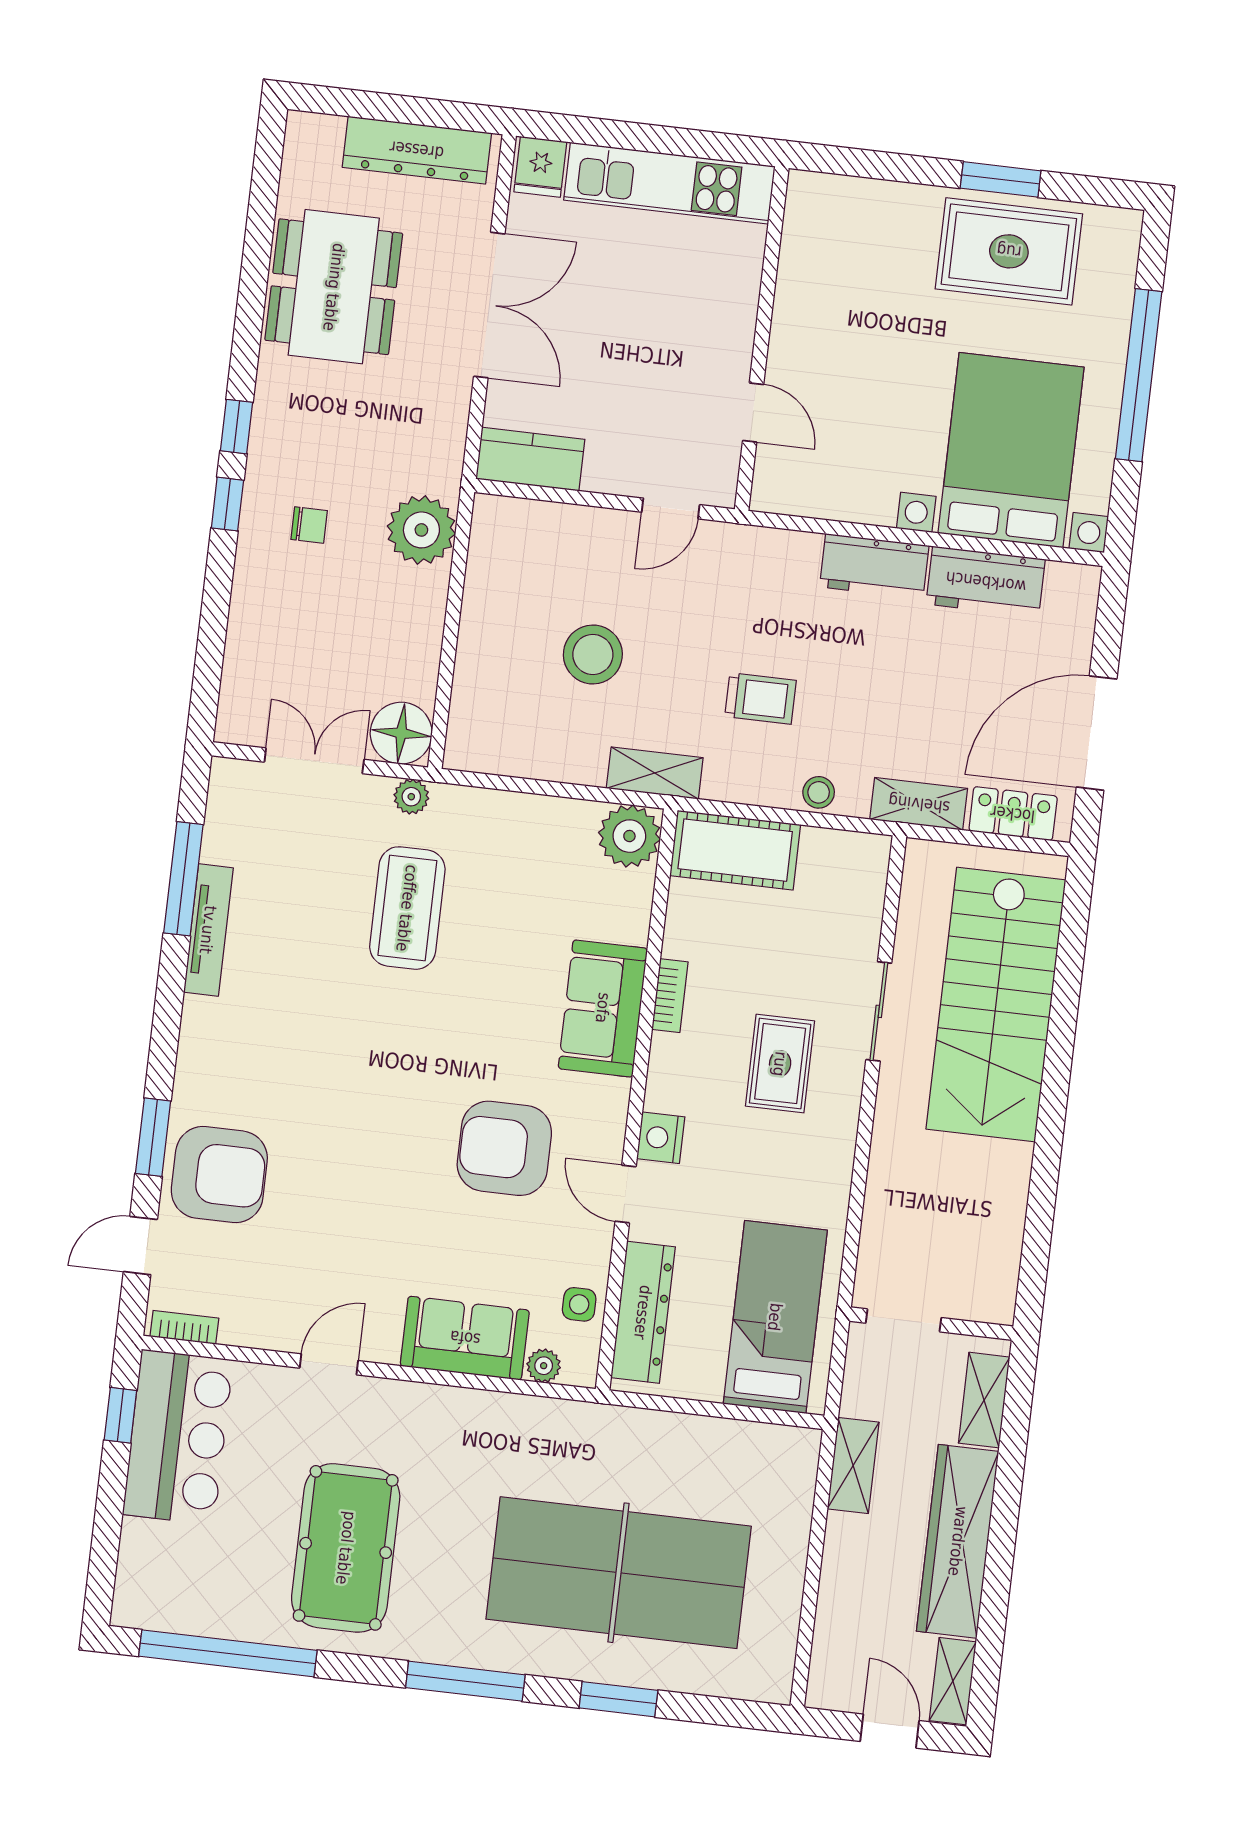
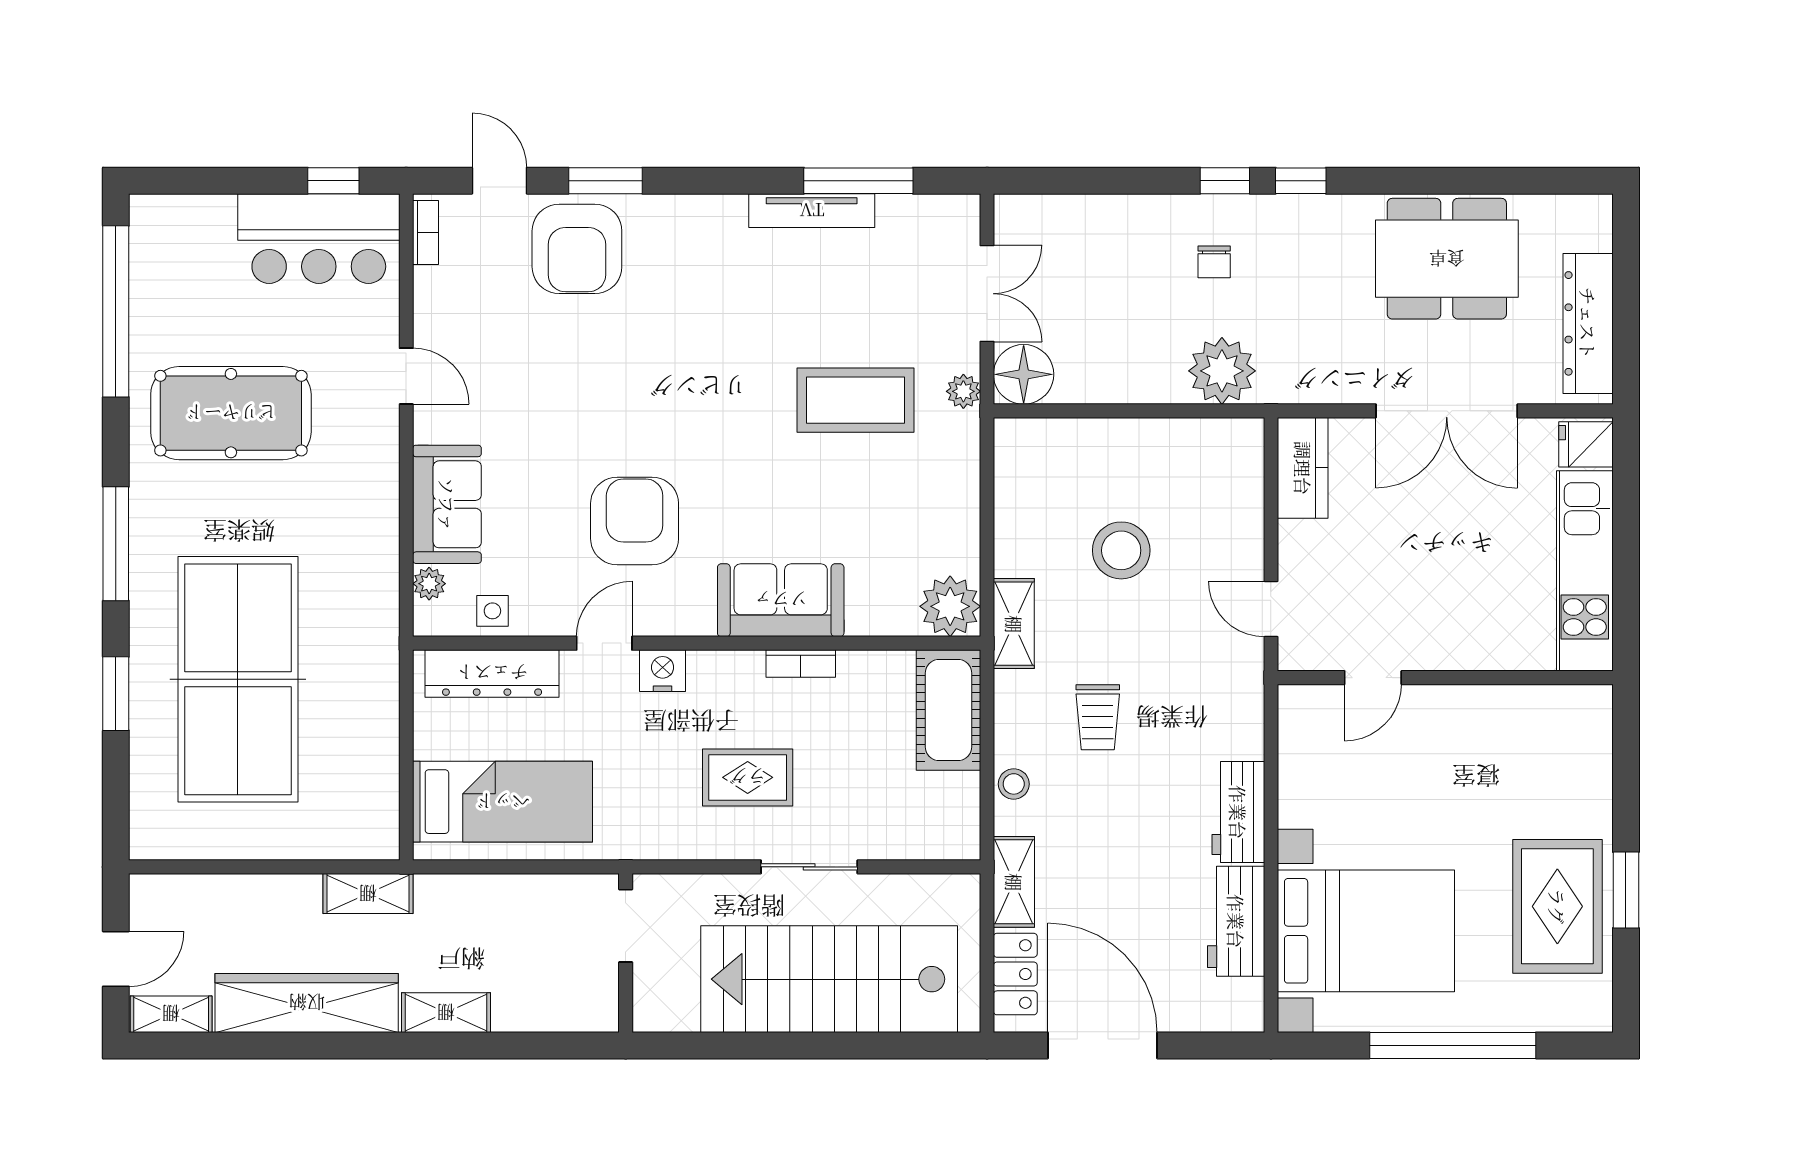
doorway: (904, 1320) -> (626, 926), moved
wall: (931, 1324) -> (626, 953), moved

